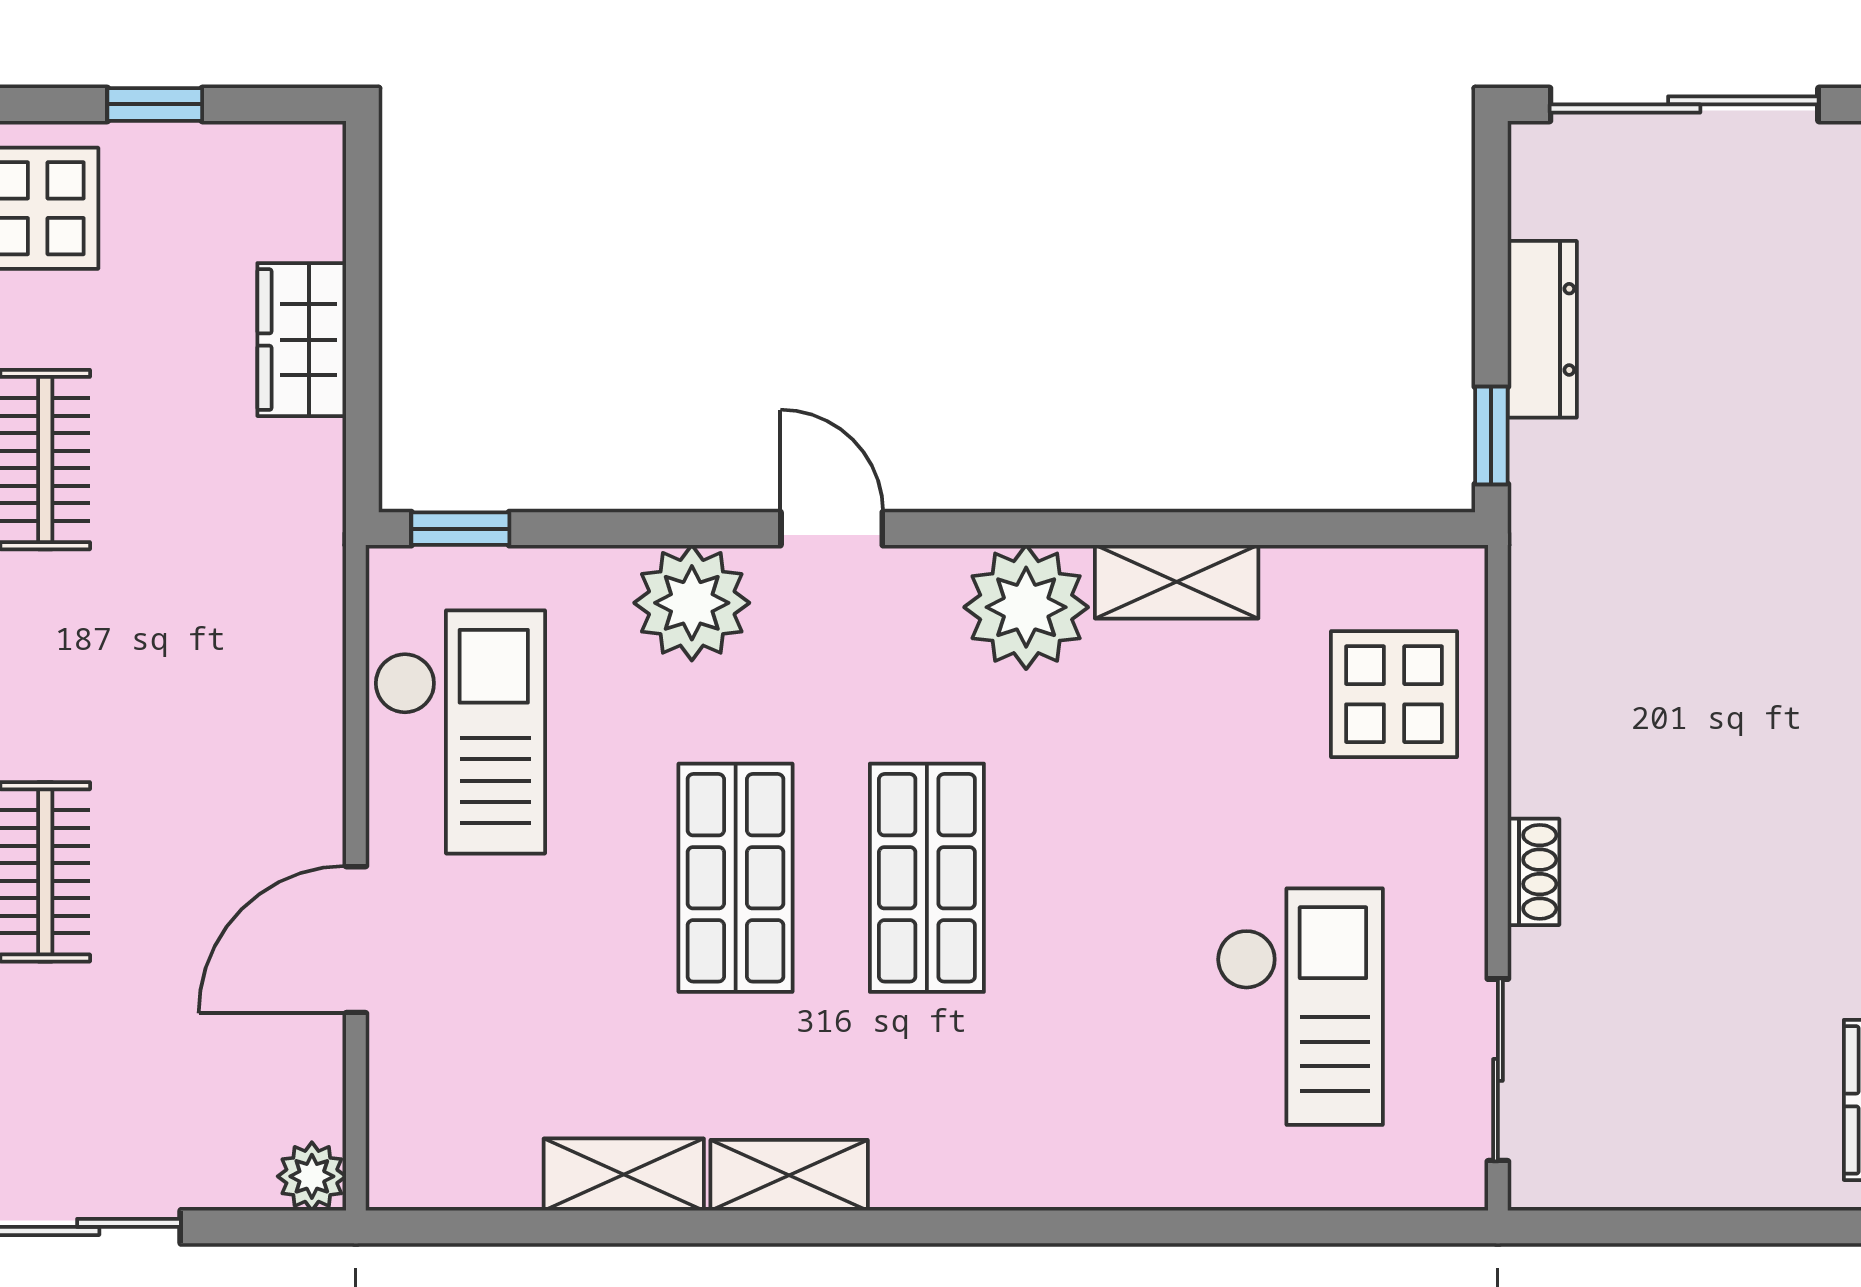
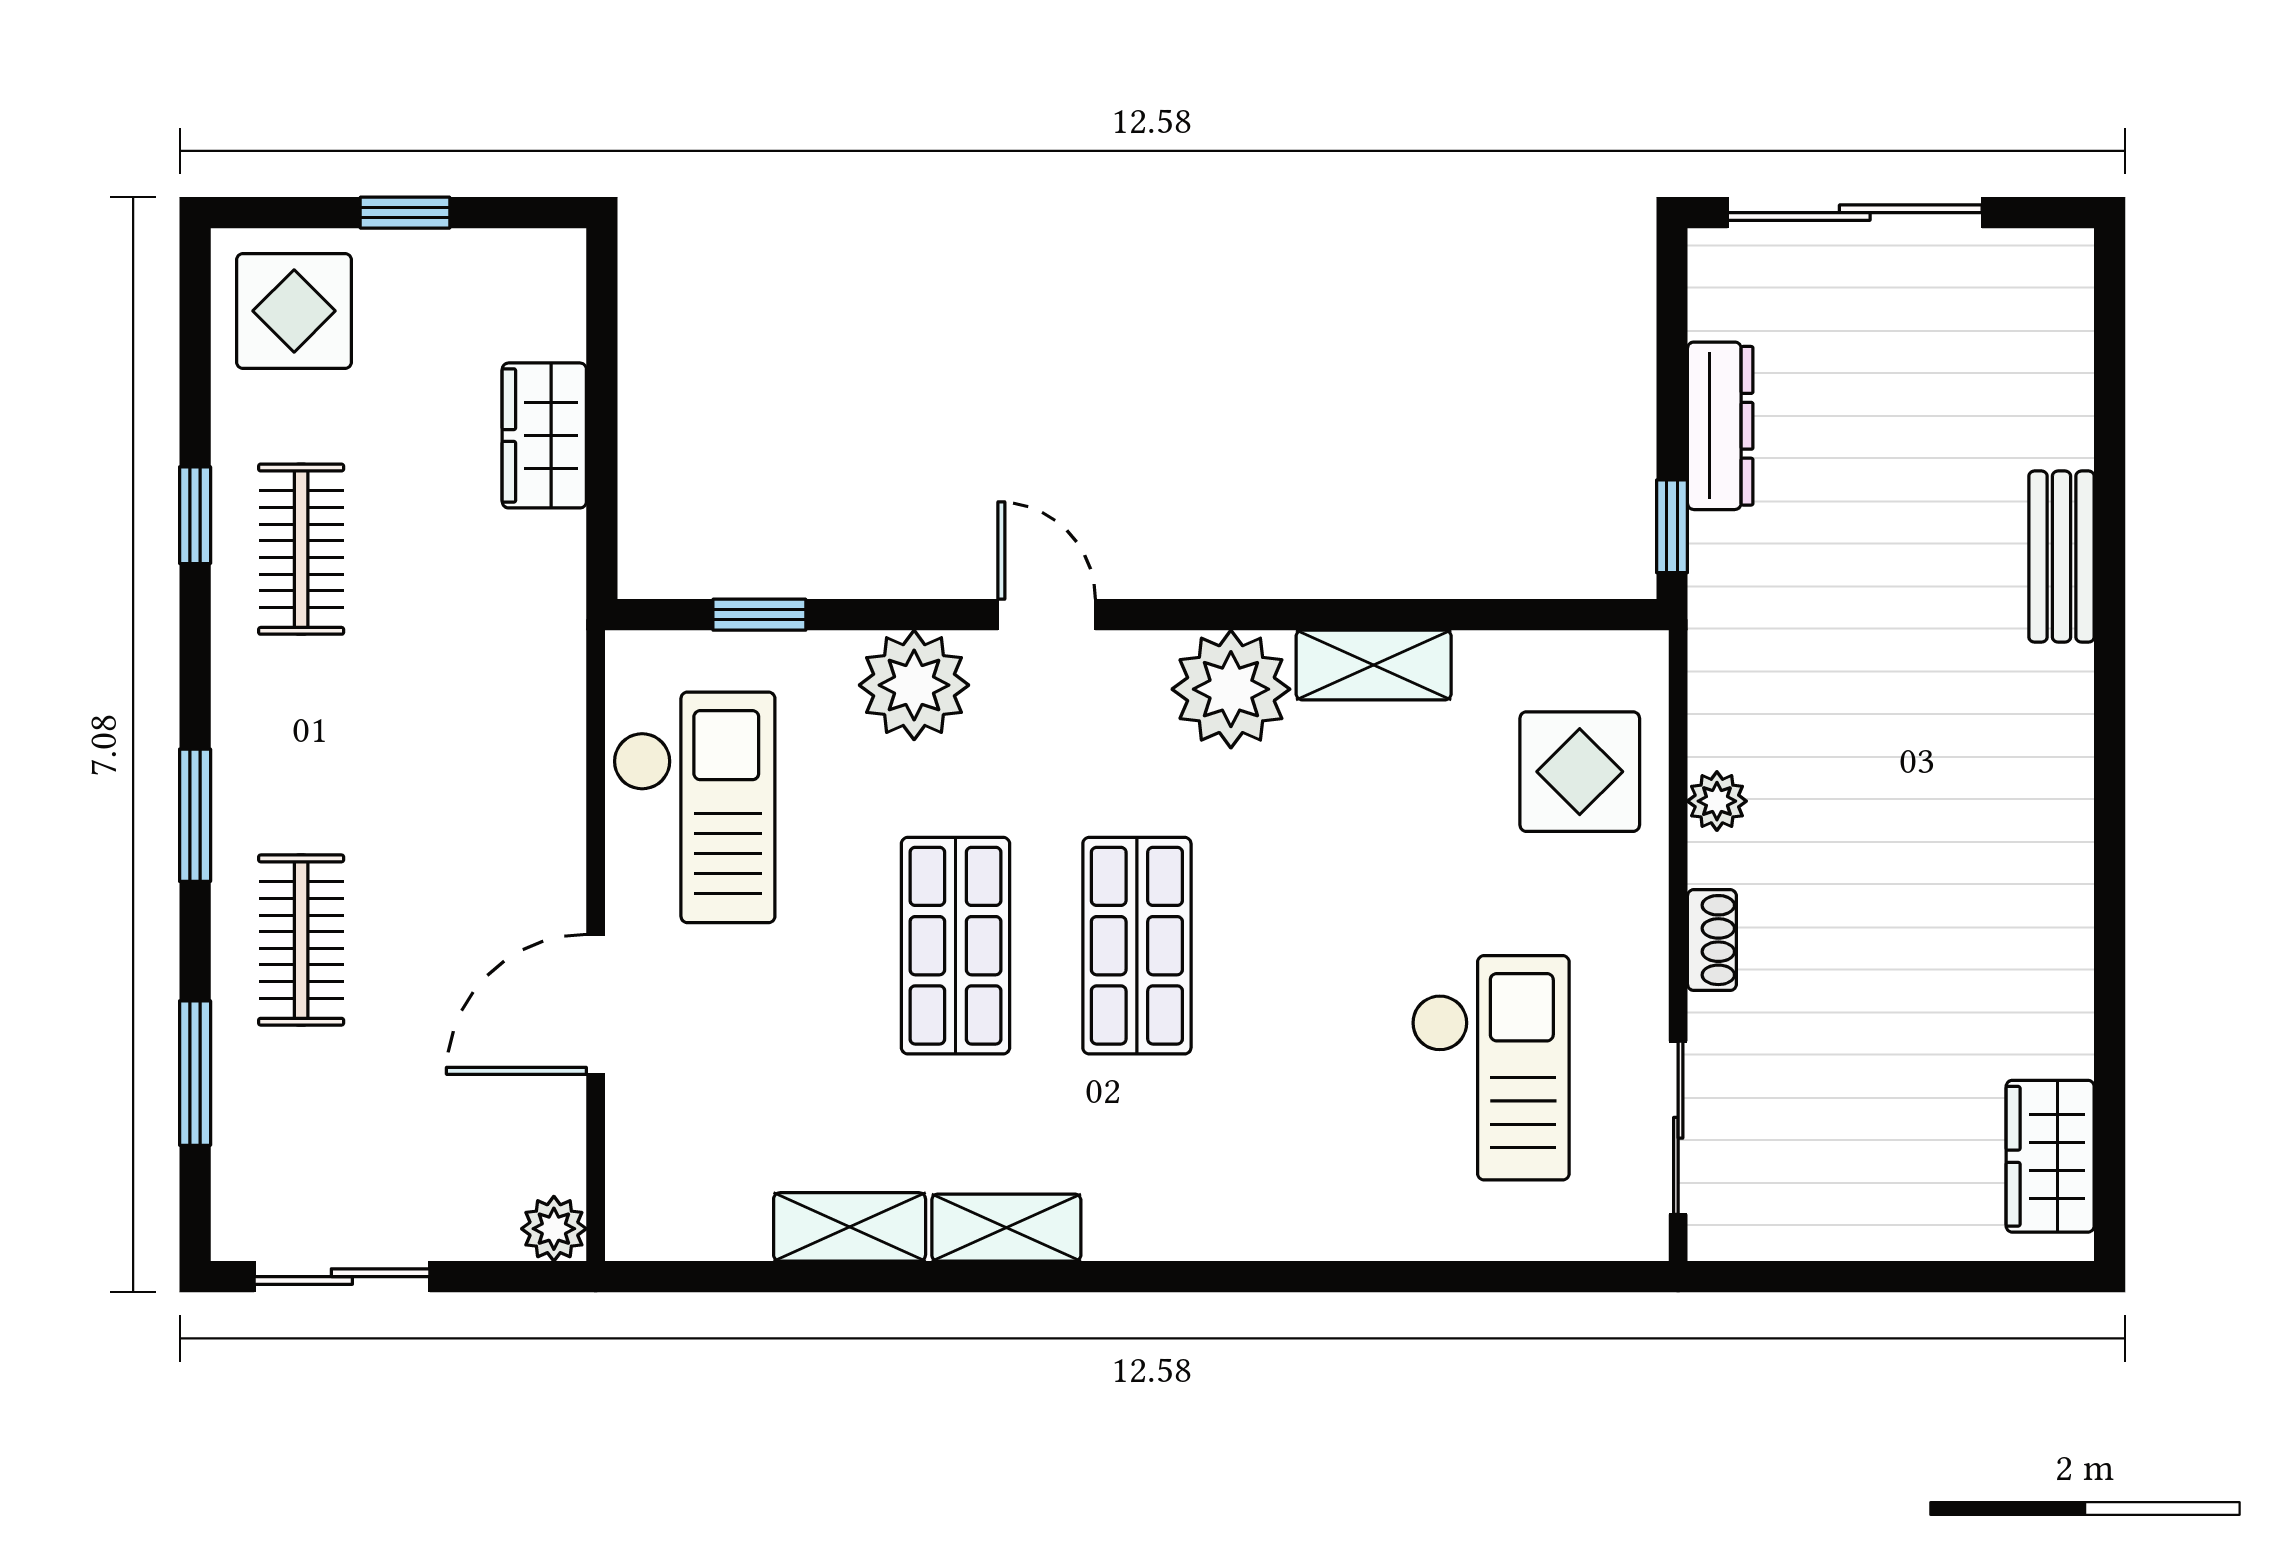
window: (460, 529) -> (759, 615), moved
plant: (1539, 725) -> (1717, 801), added

